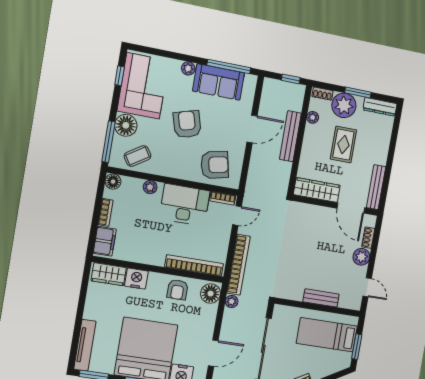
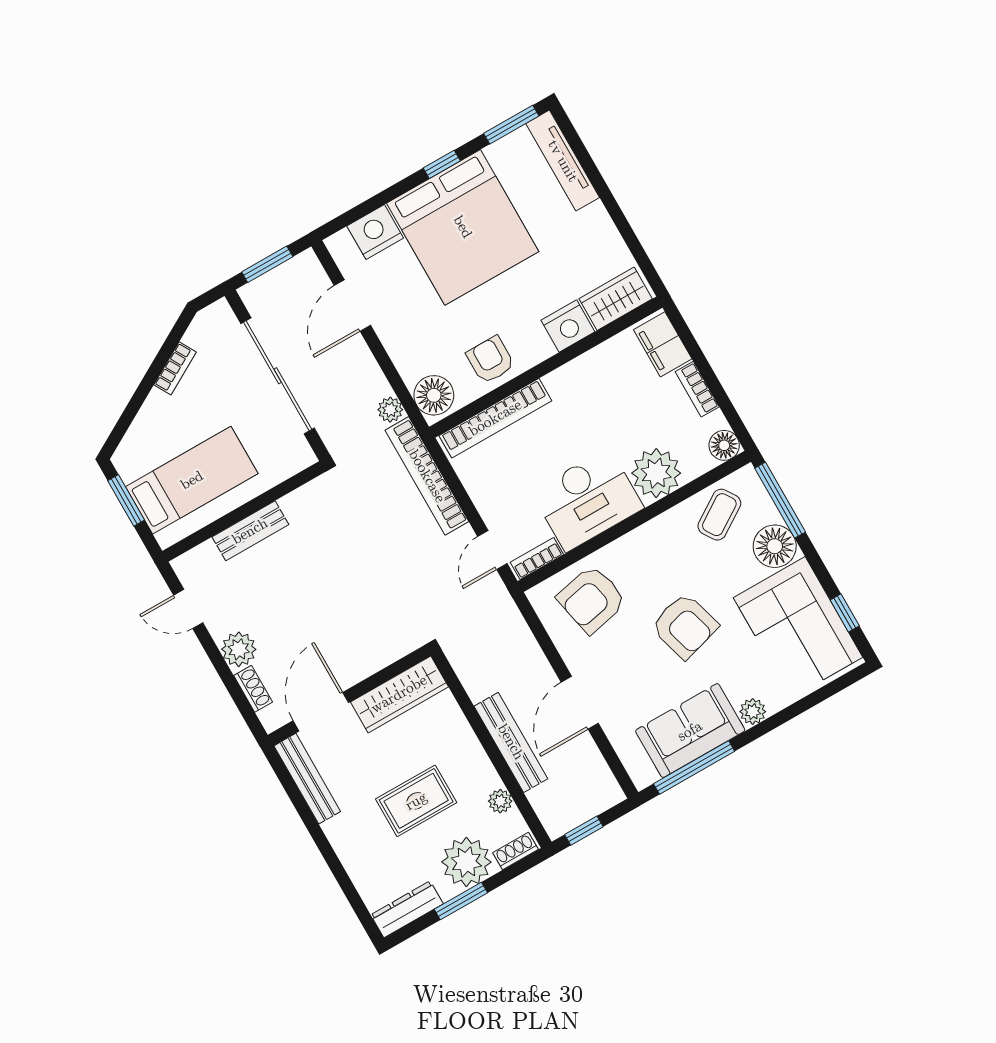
rug: (343, 144) -> (416, 801), turned 90
plant: (150, 187) -> (656, 473), width x1.88, depth x1.88
door: (351, 208) -> (321, 712), hinge flipped

